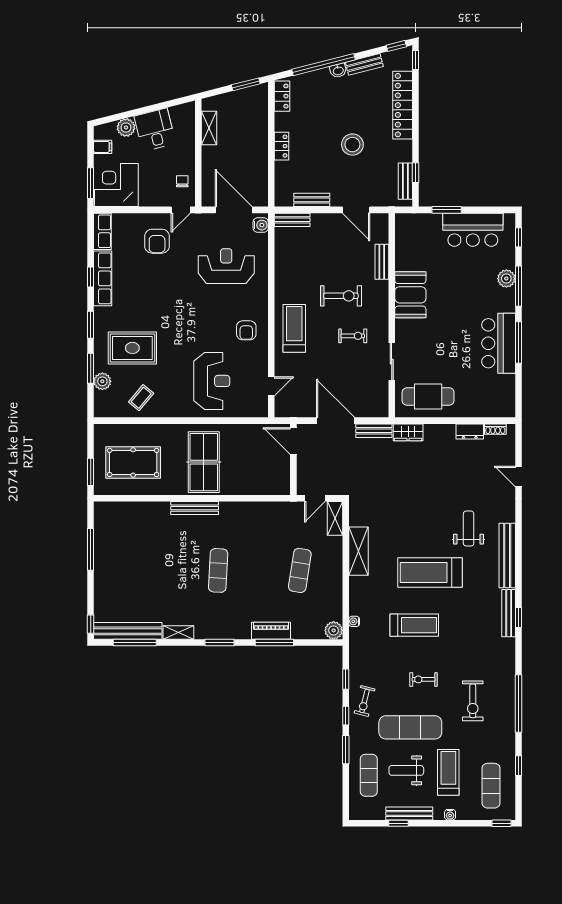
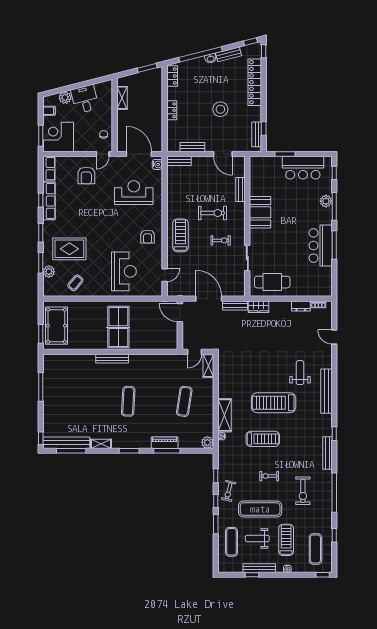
pool table: (133, 462) -> (56, 326), moved, turned 90
shelving: (359, 551) -> (225, 415), moved
bench: (509, 613) -> (328, 453), moved

